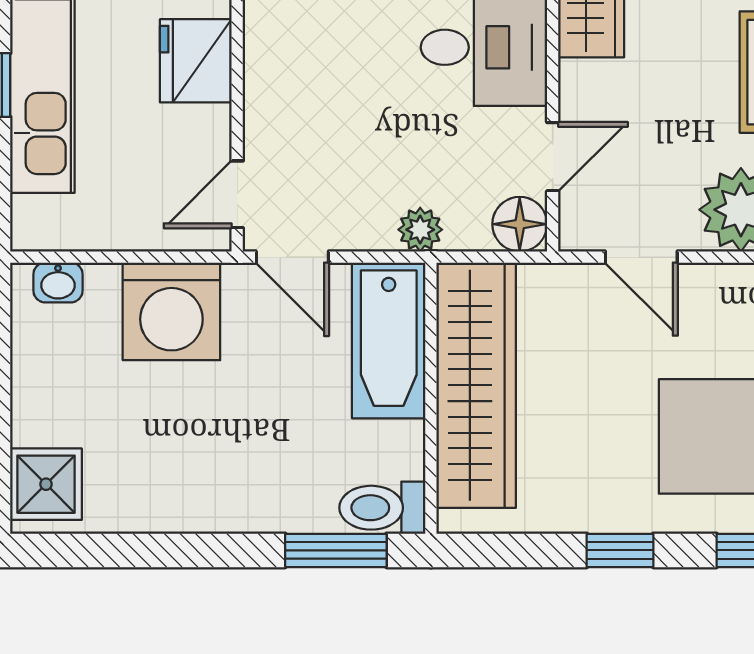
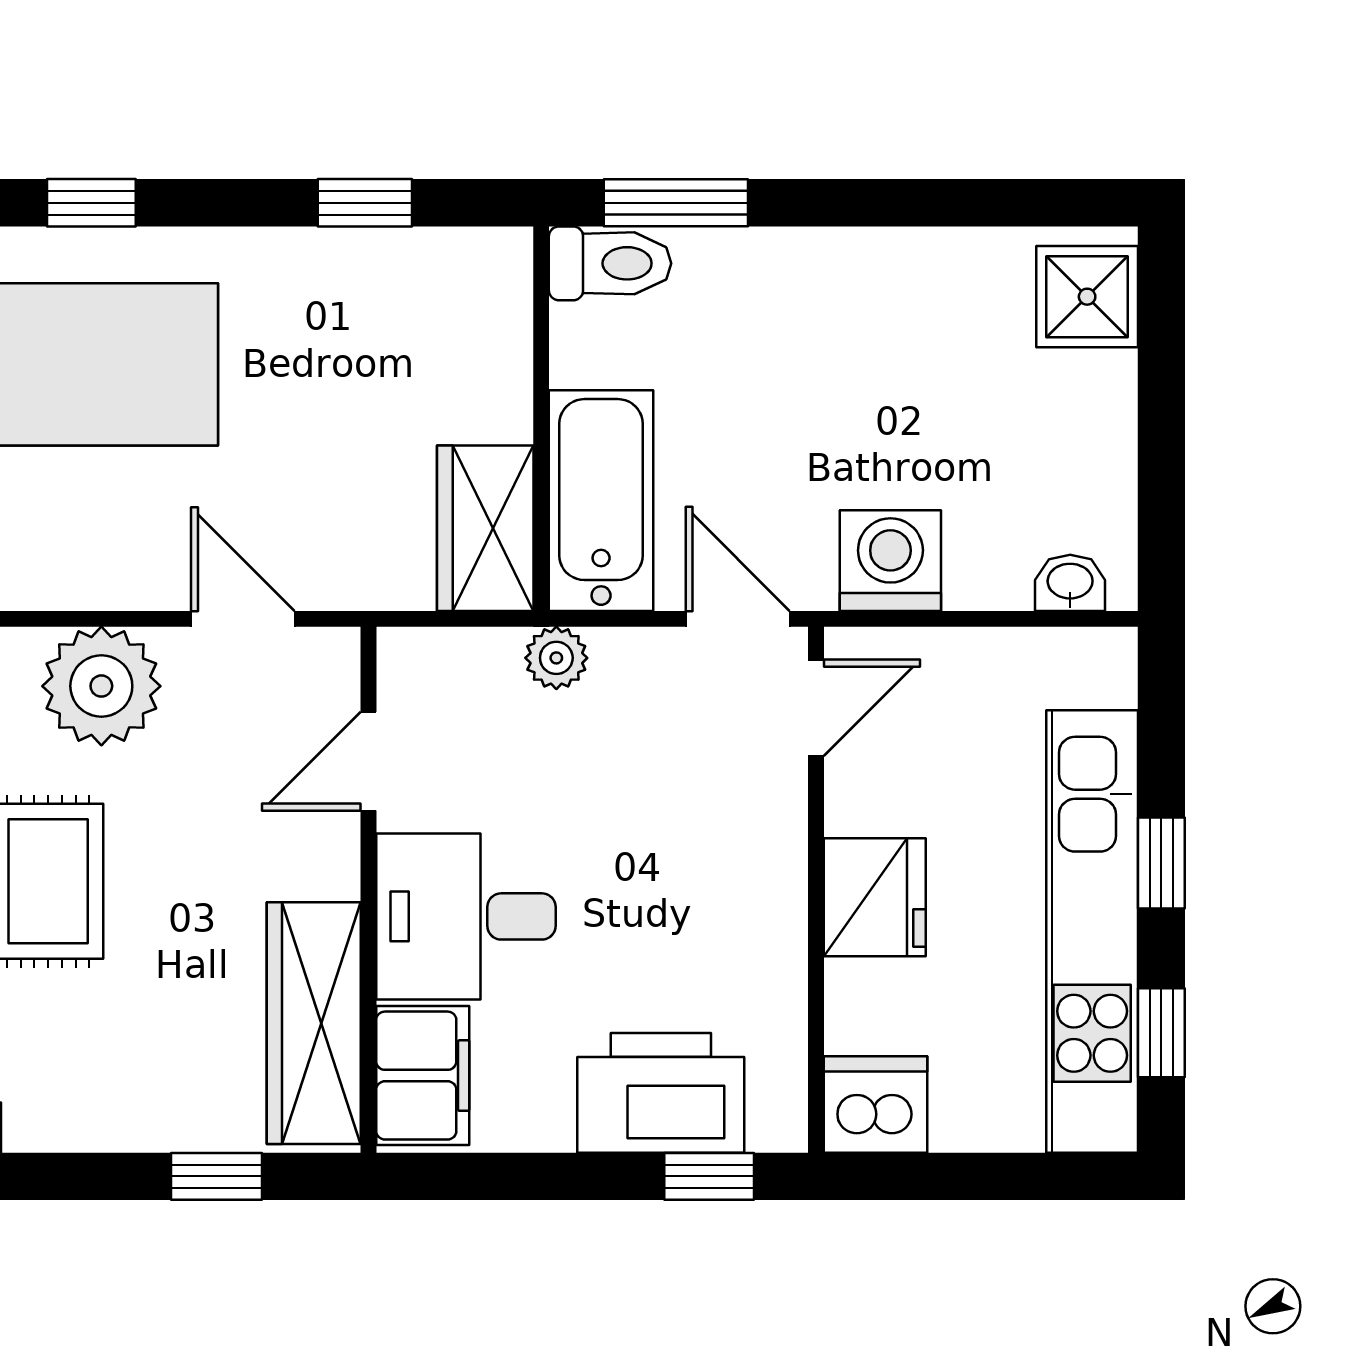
floor lamp: (520, 224) -> (415, 666), removed
washing machine: (171, 311) -> (890, 561), width x0.73, depth x0.73
wardrobe: (476, 385) -> (485, 528), width x0.48, depth x0.85
window: (620, 550) -> (365, 203), moved

